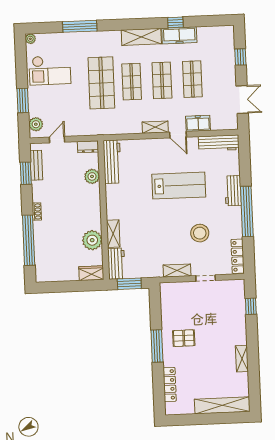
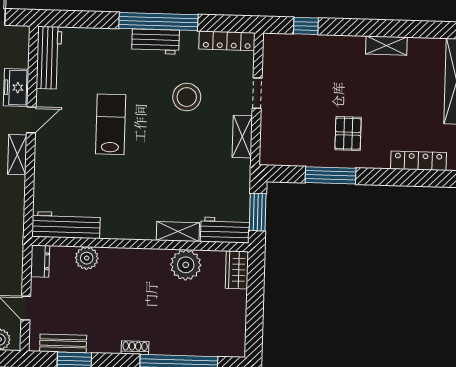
lab bench: (179, 186) -> (111, 124), width x0.73, depth x0.72
workbench: (233, 191) -> (156, 42), moved
window: (157, 346) -> (331, 175), moved

